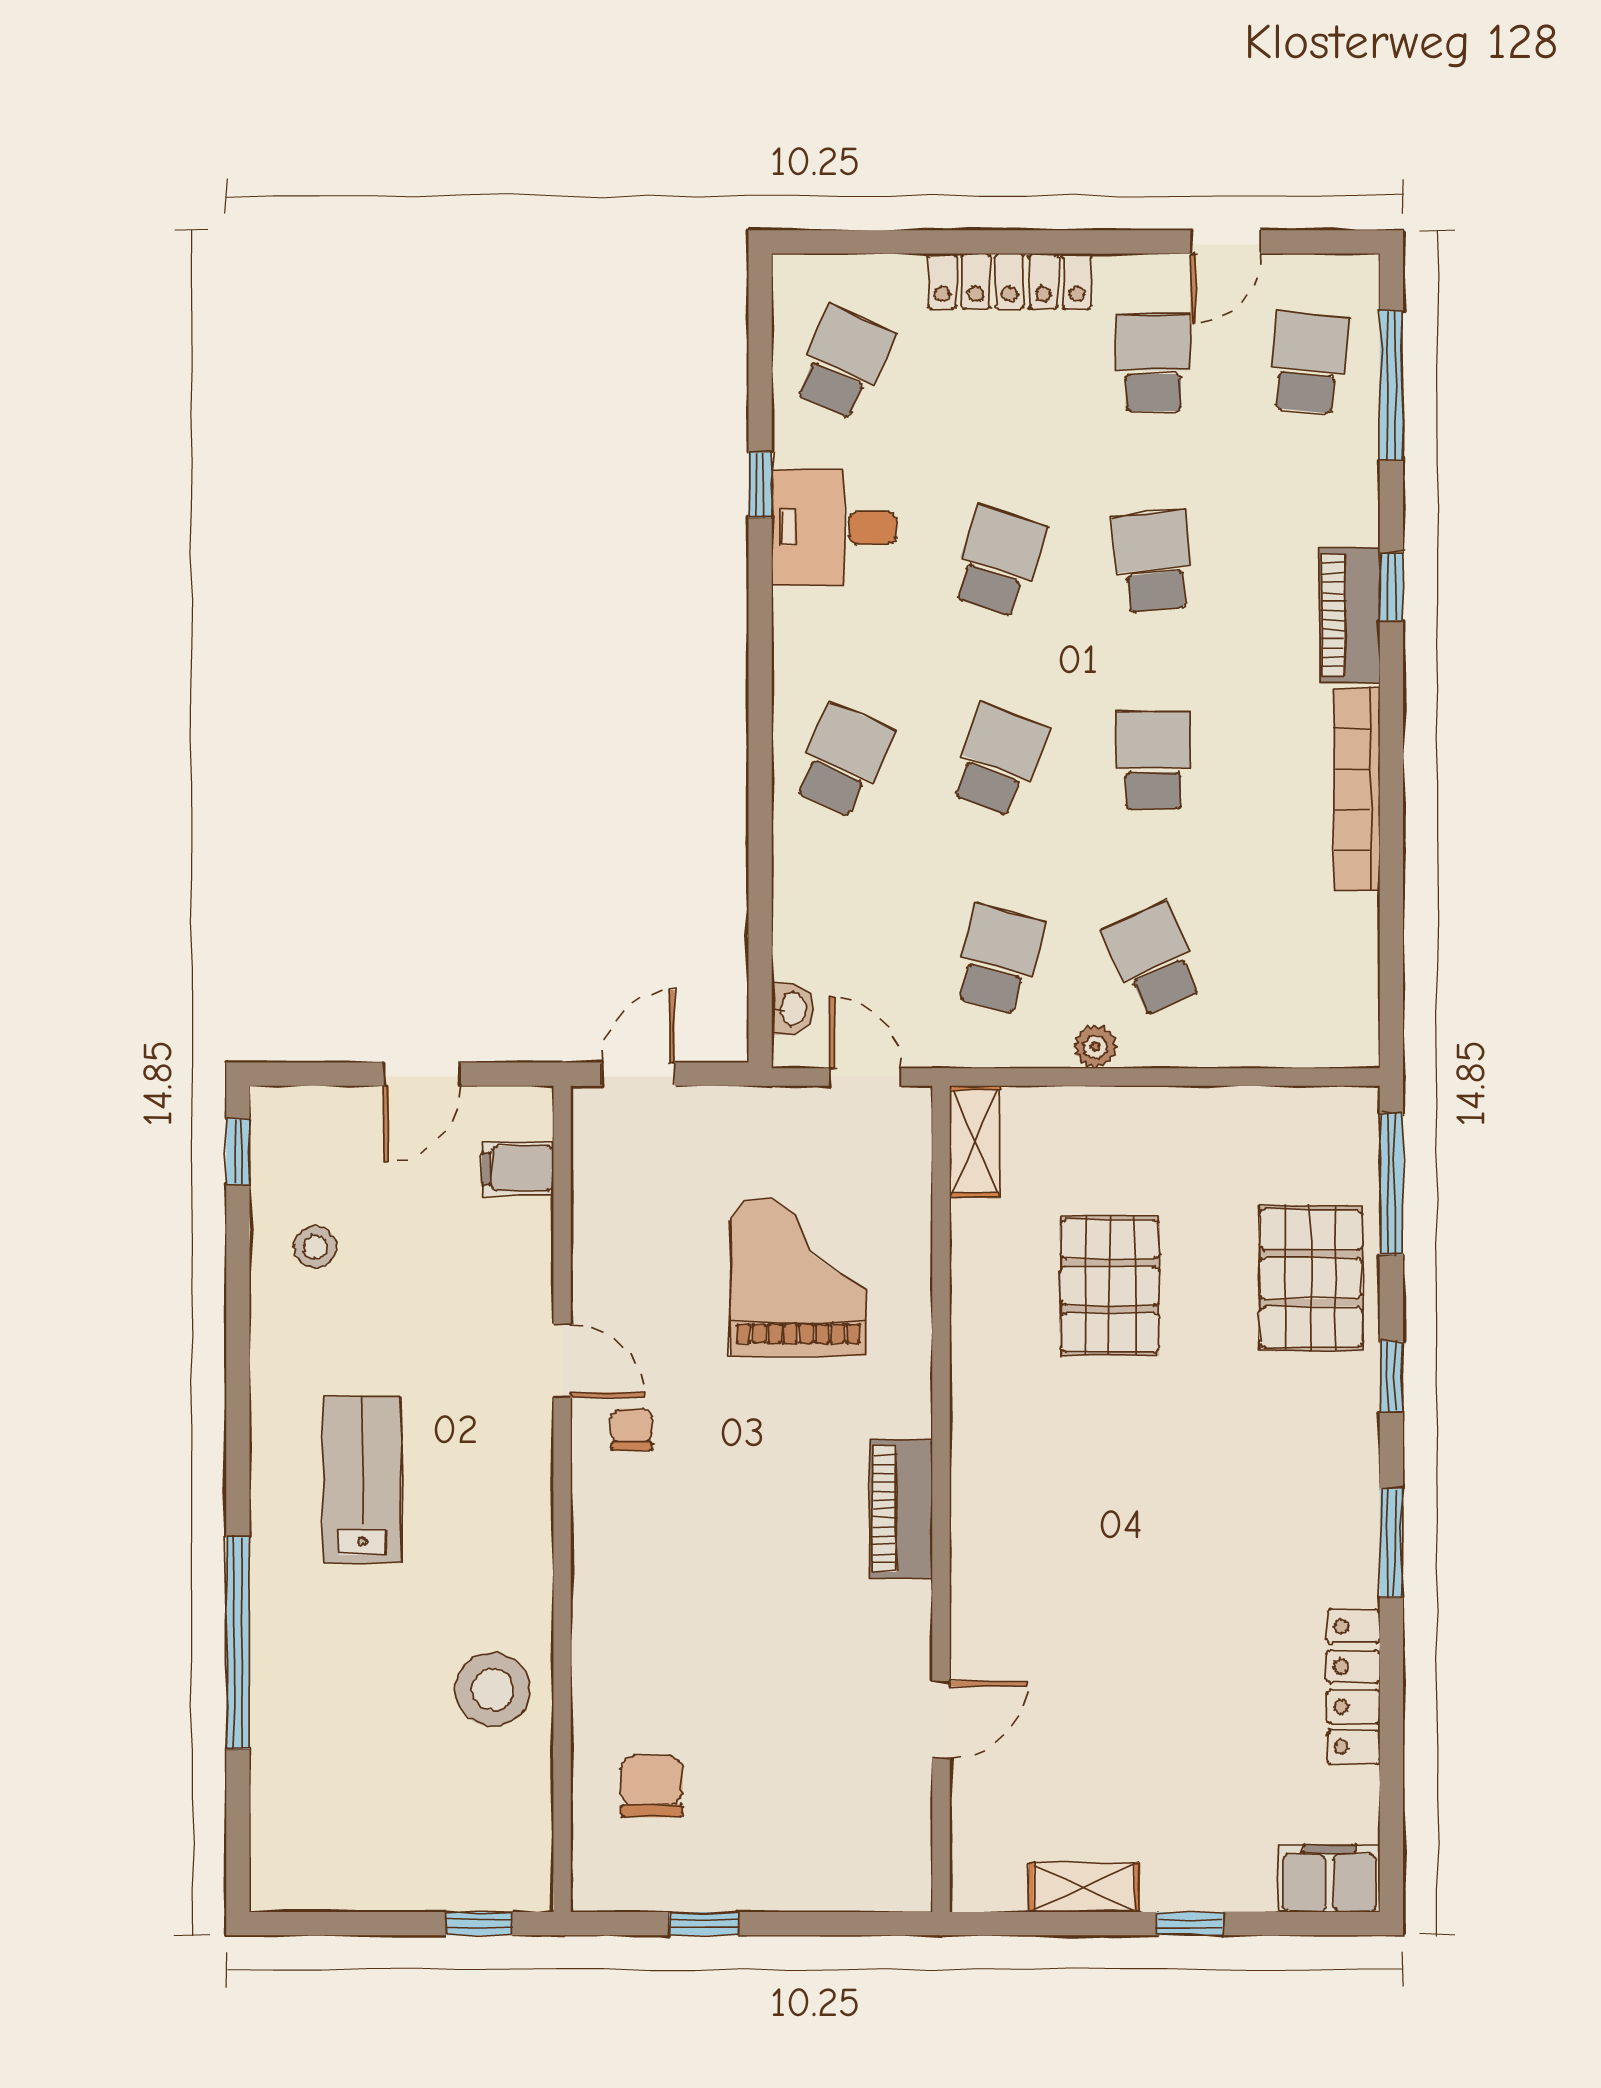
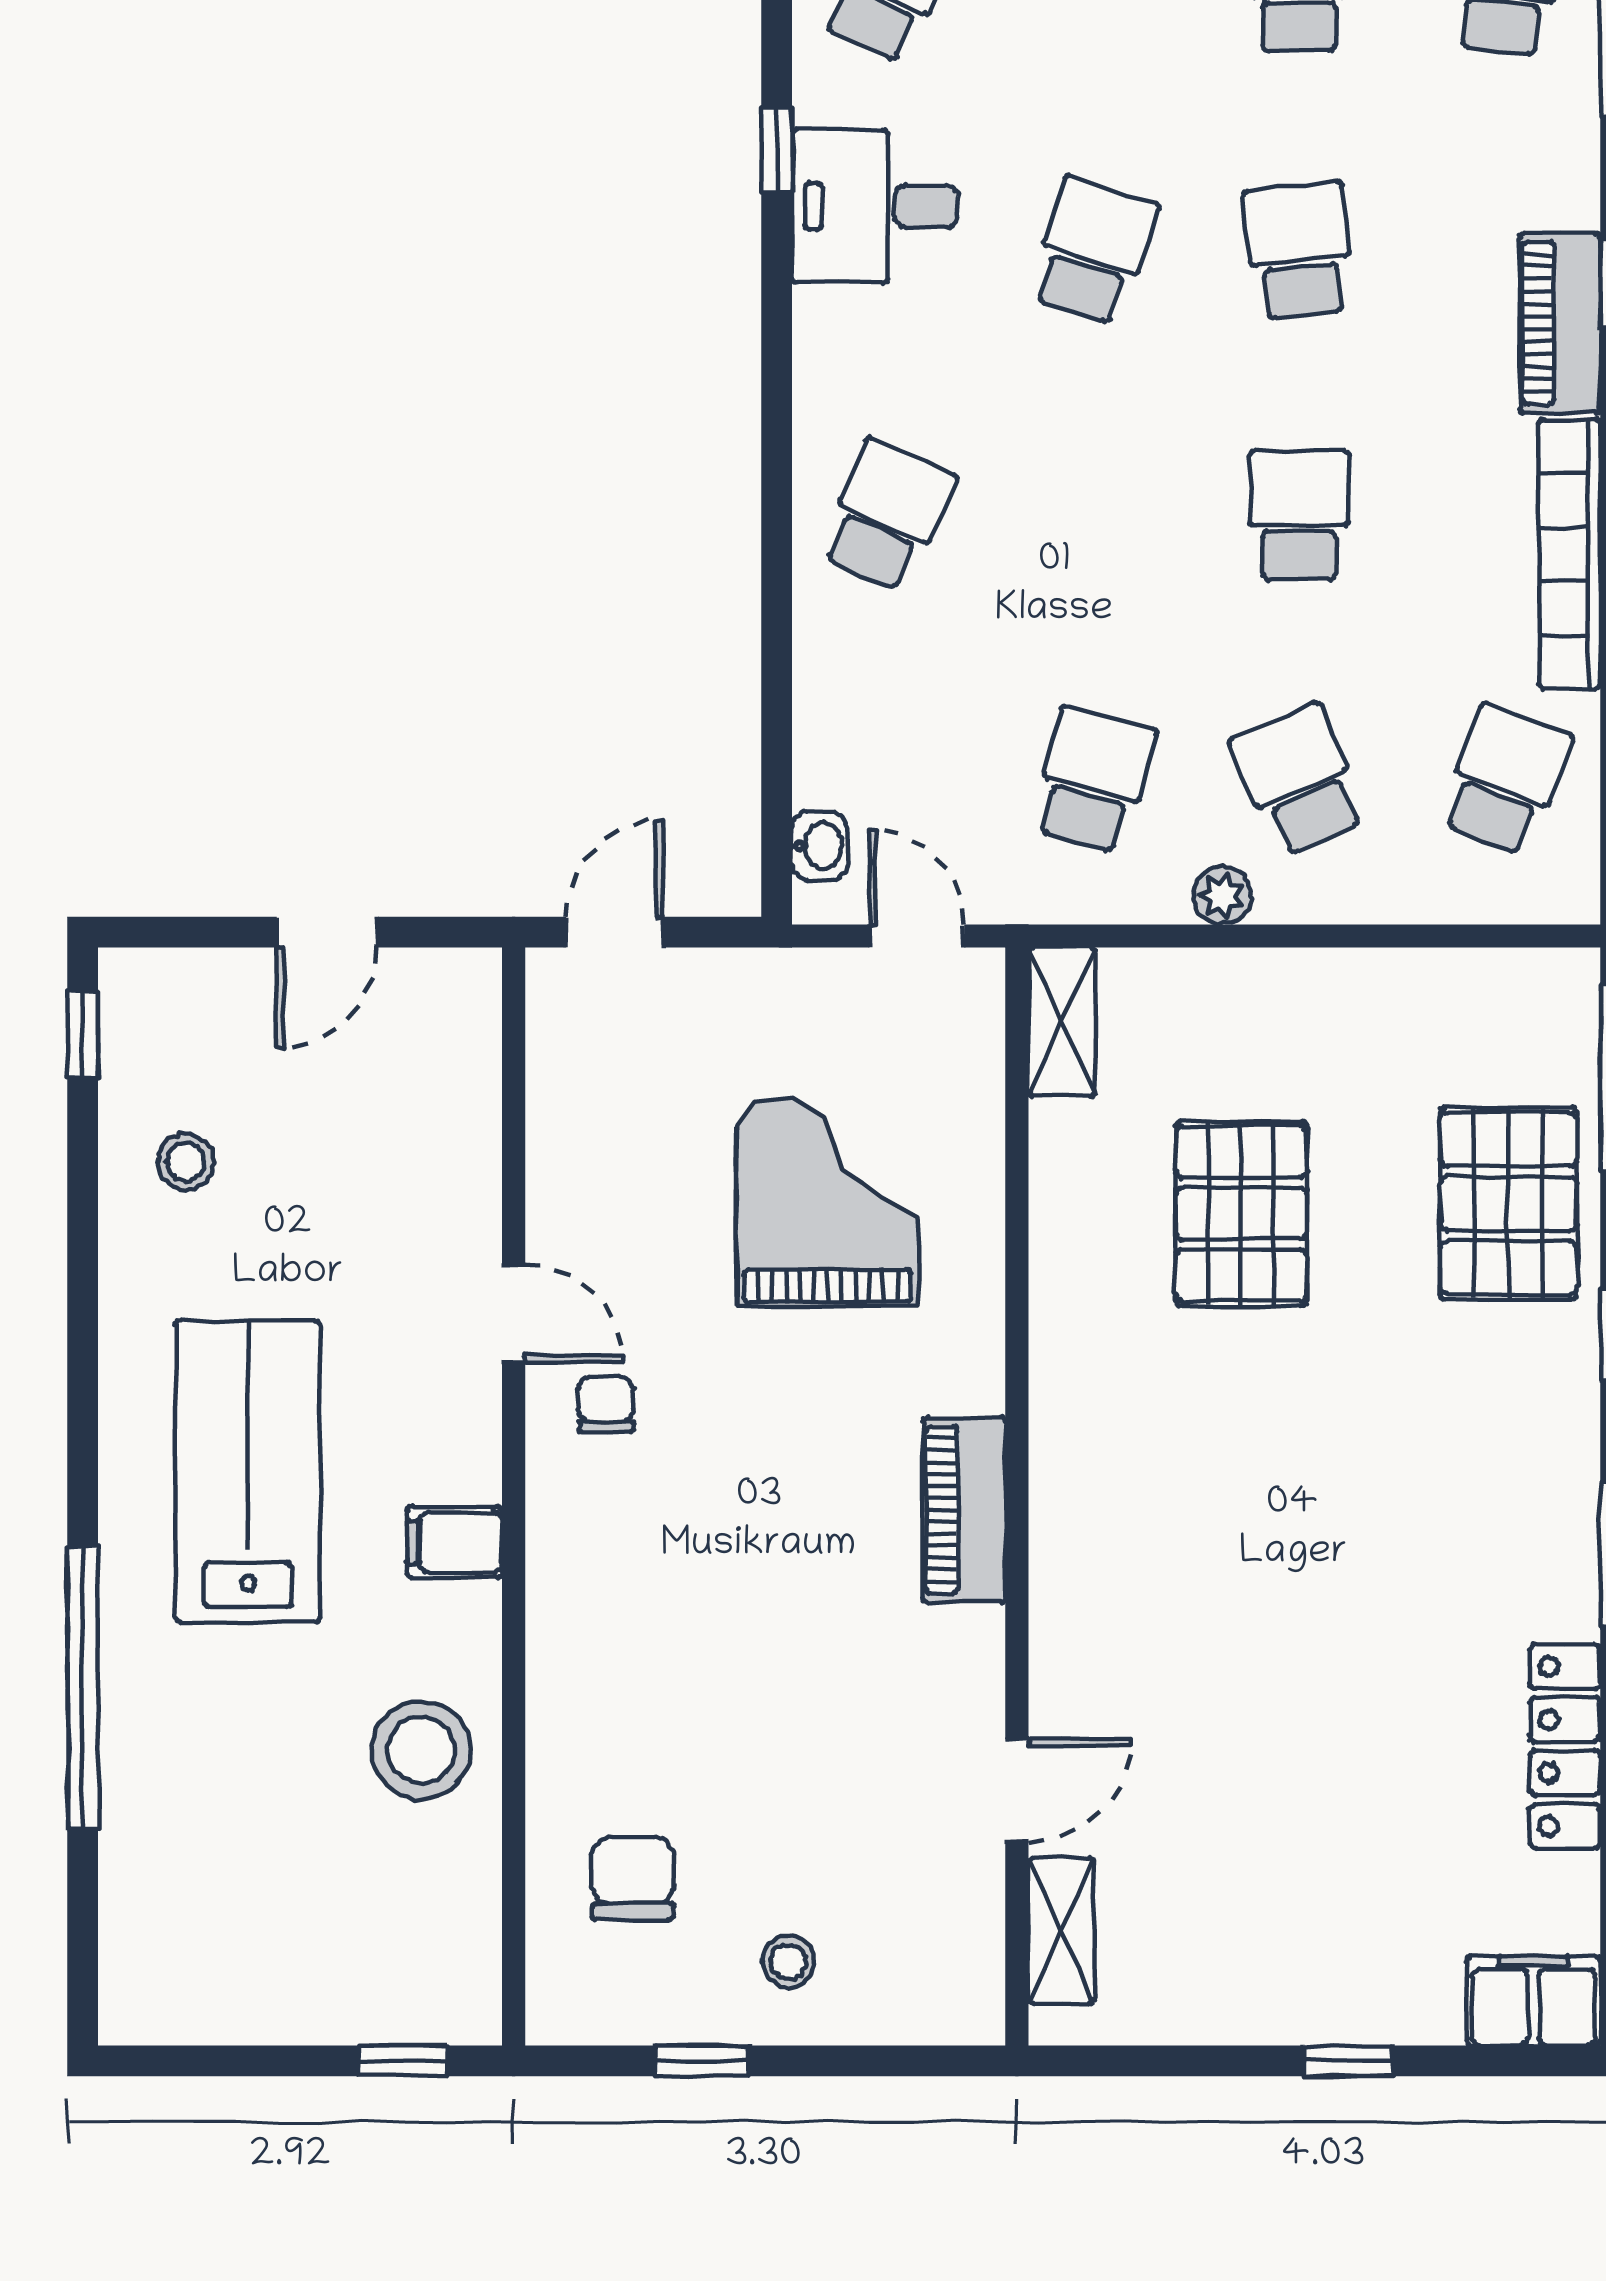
school desk: (998, 760) -> (1505, 780), moved
filing cabinet: (518, 1169) -> (455, 1542), moved
lab bench: (362, 1480) -> (248, 1471), width x1.36, depth x1.39
stool: (769, 1849) -> (788, 1962), added
shelving: (1084, 1887) -> (1061, 1931), moved, turned 90

